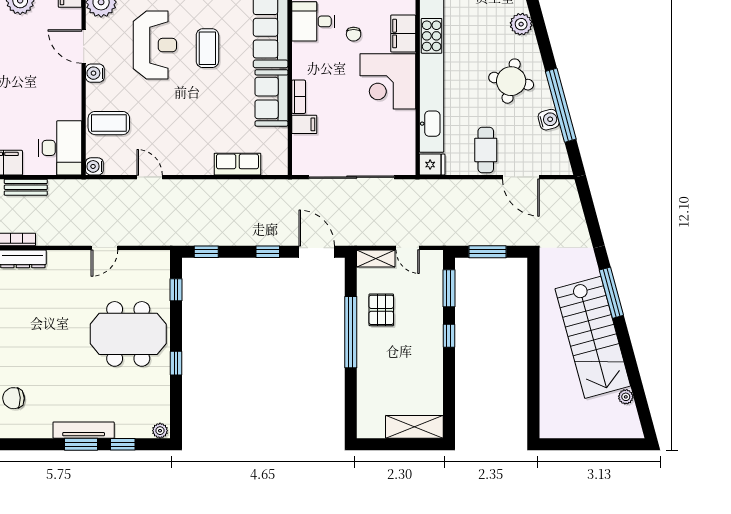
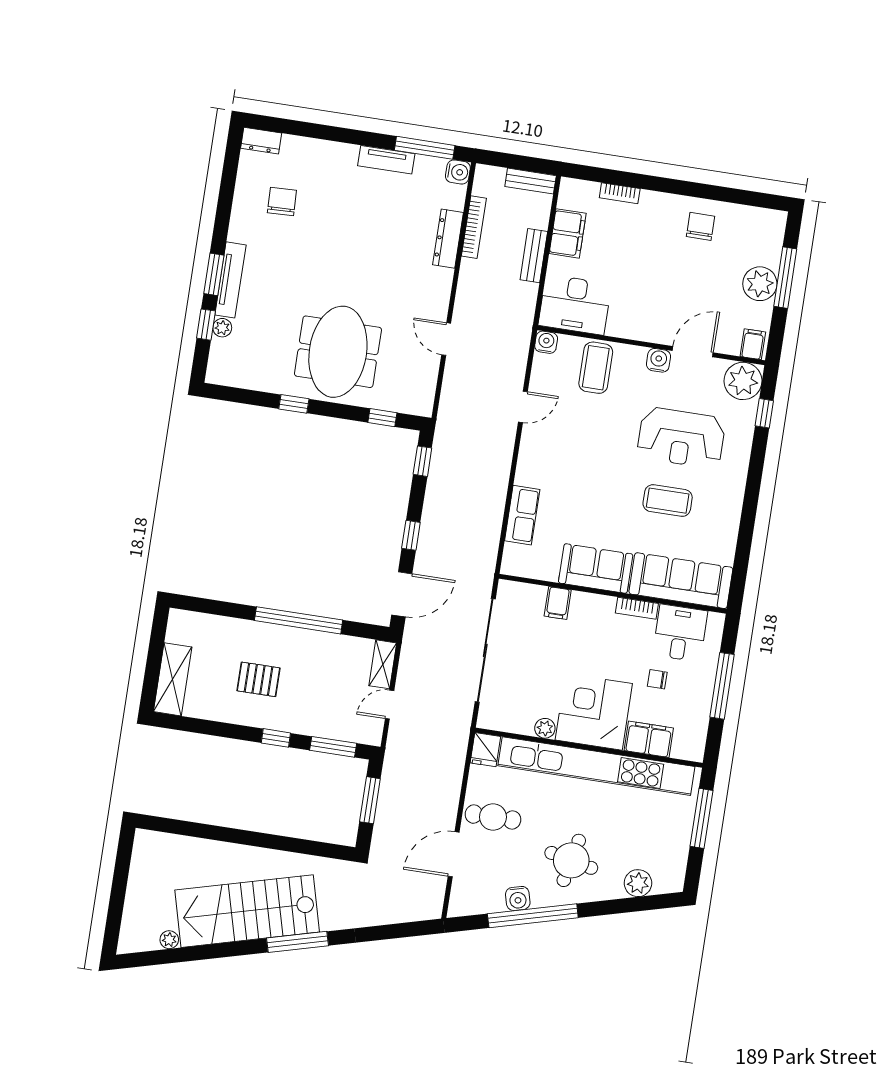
bookcase: (299, 97) -> (637, 608), moved
plant: (407, 119) -> (545, 728), added
pallet: (381, 310) -> (258, 679), moved
plant: (160, 431) -> (222, 328), moved

